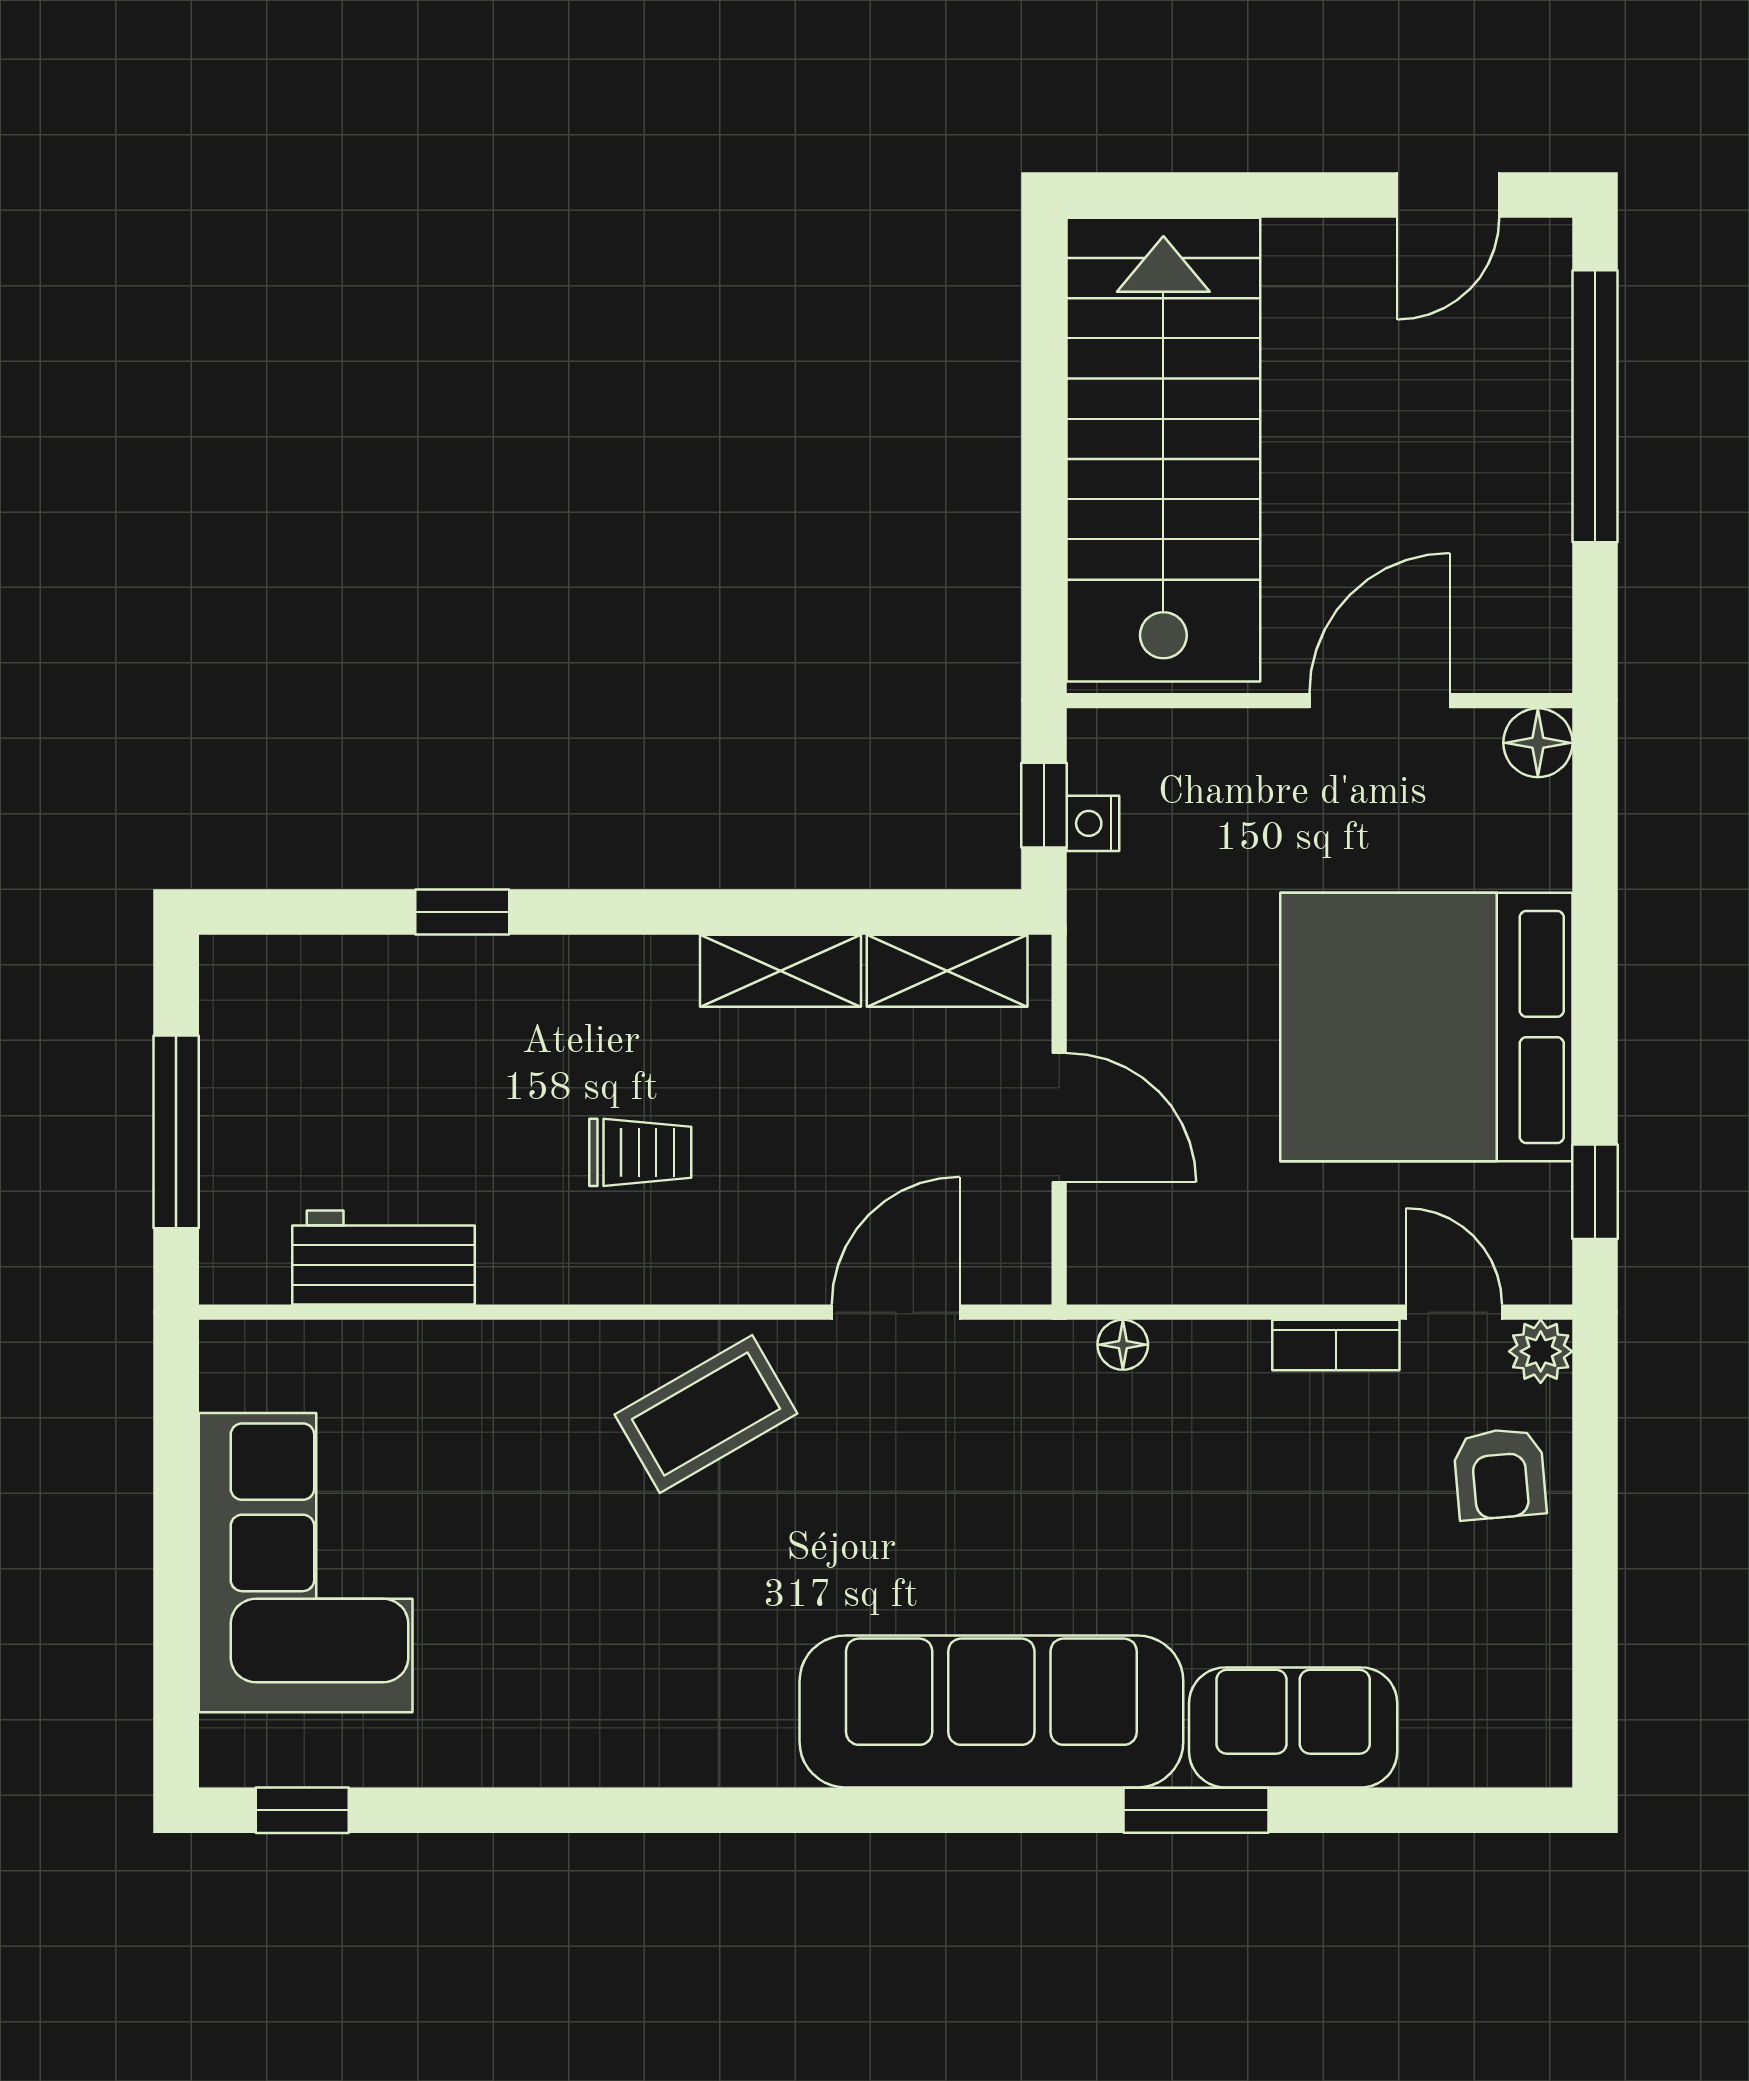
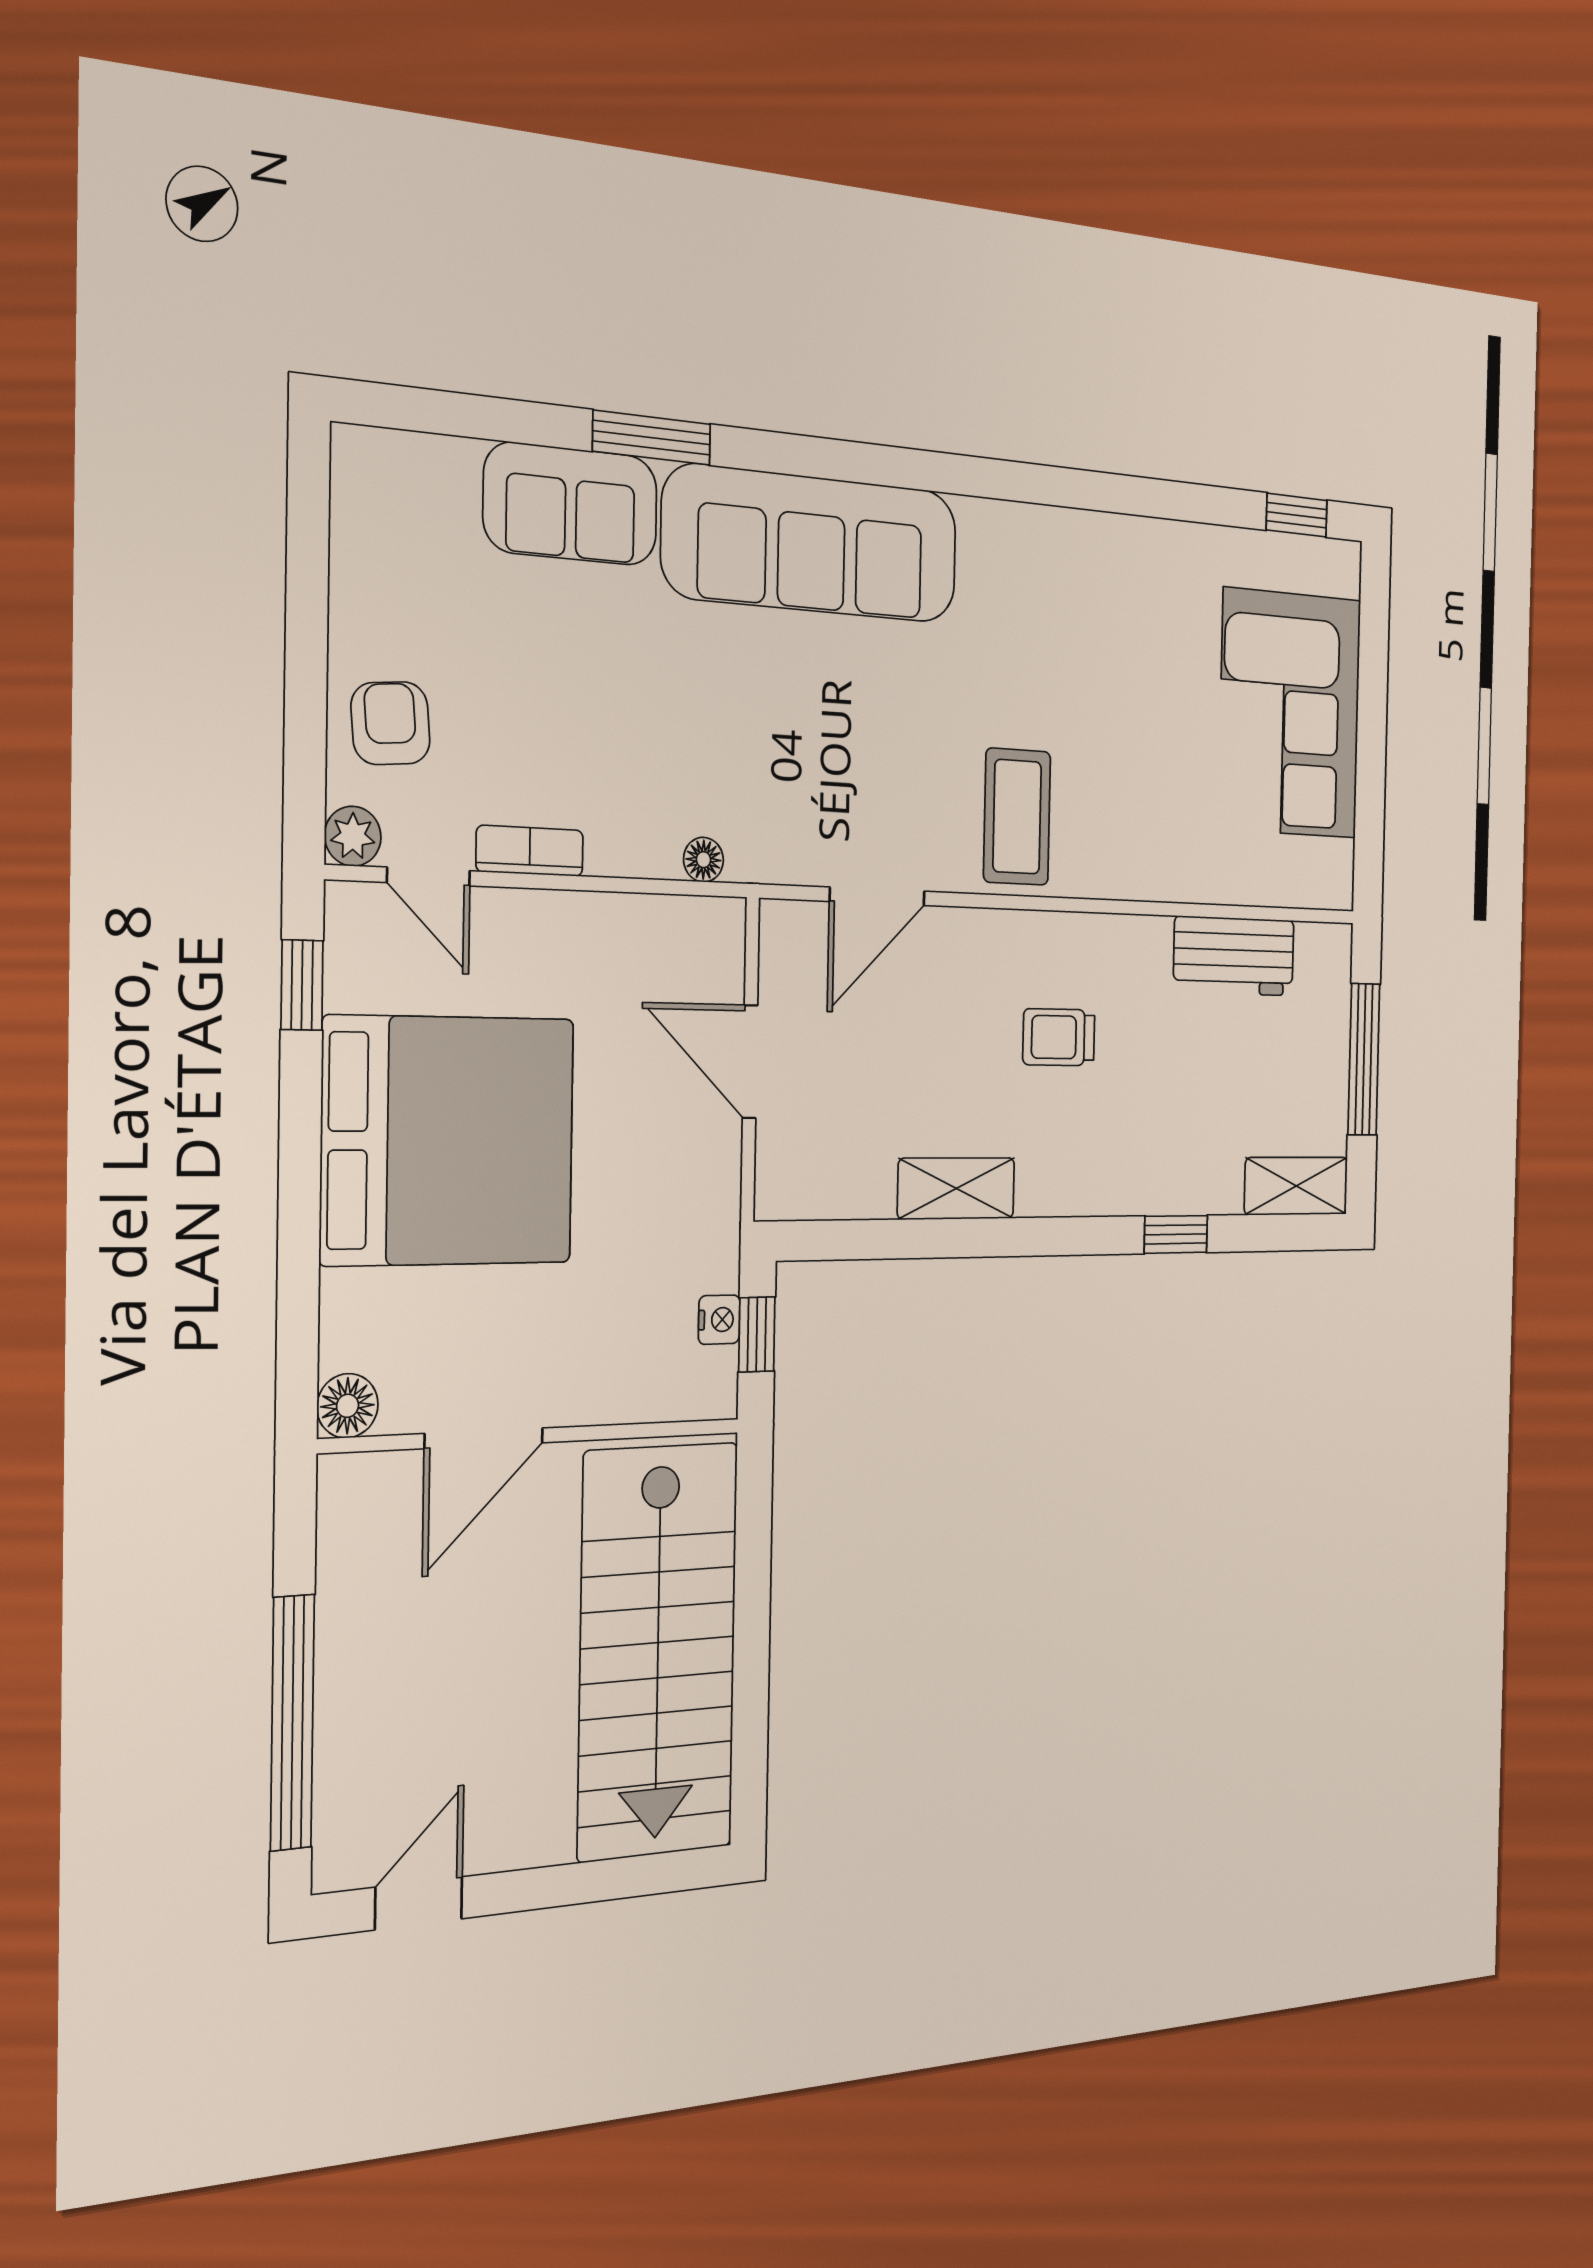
shelving: (947, 971) -> (1296, 1186), moved
coffee table: (706, 1414) -> (1017, 817), turned -60

